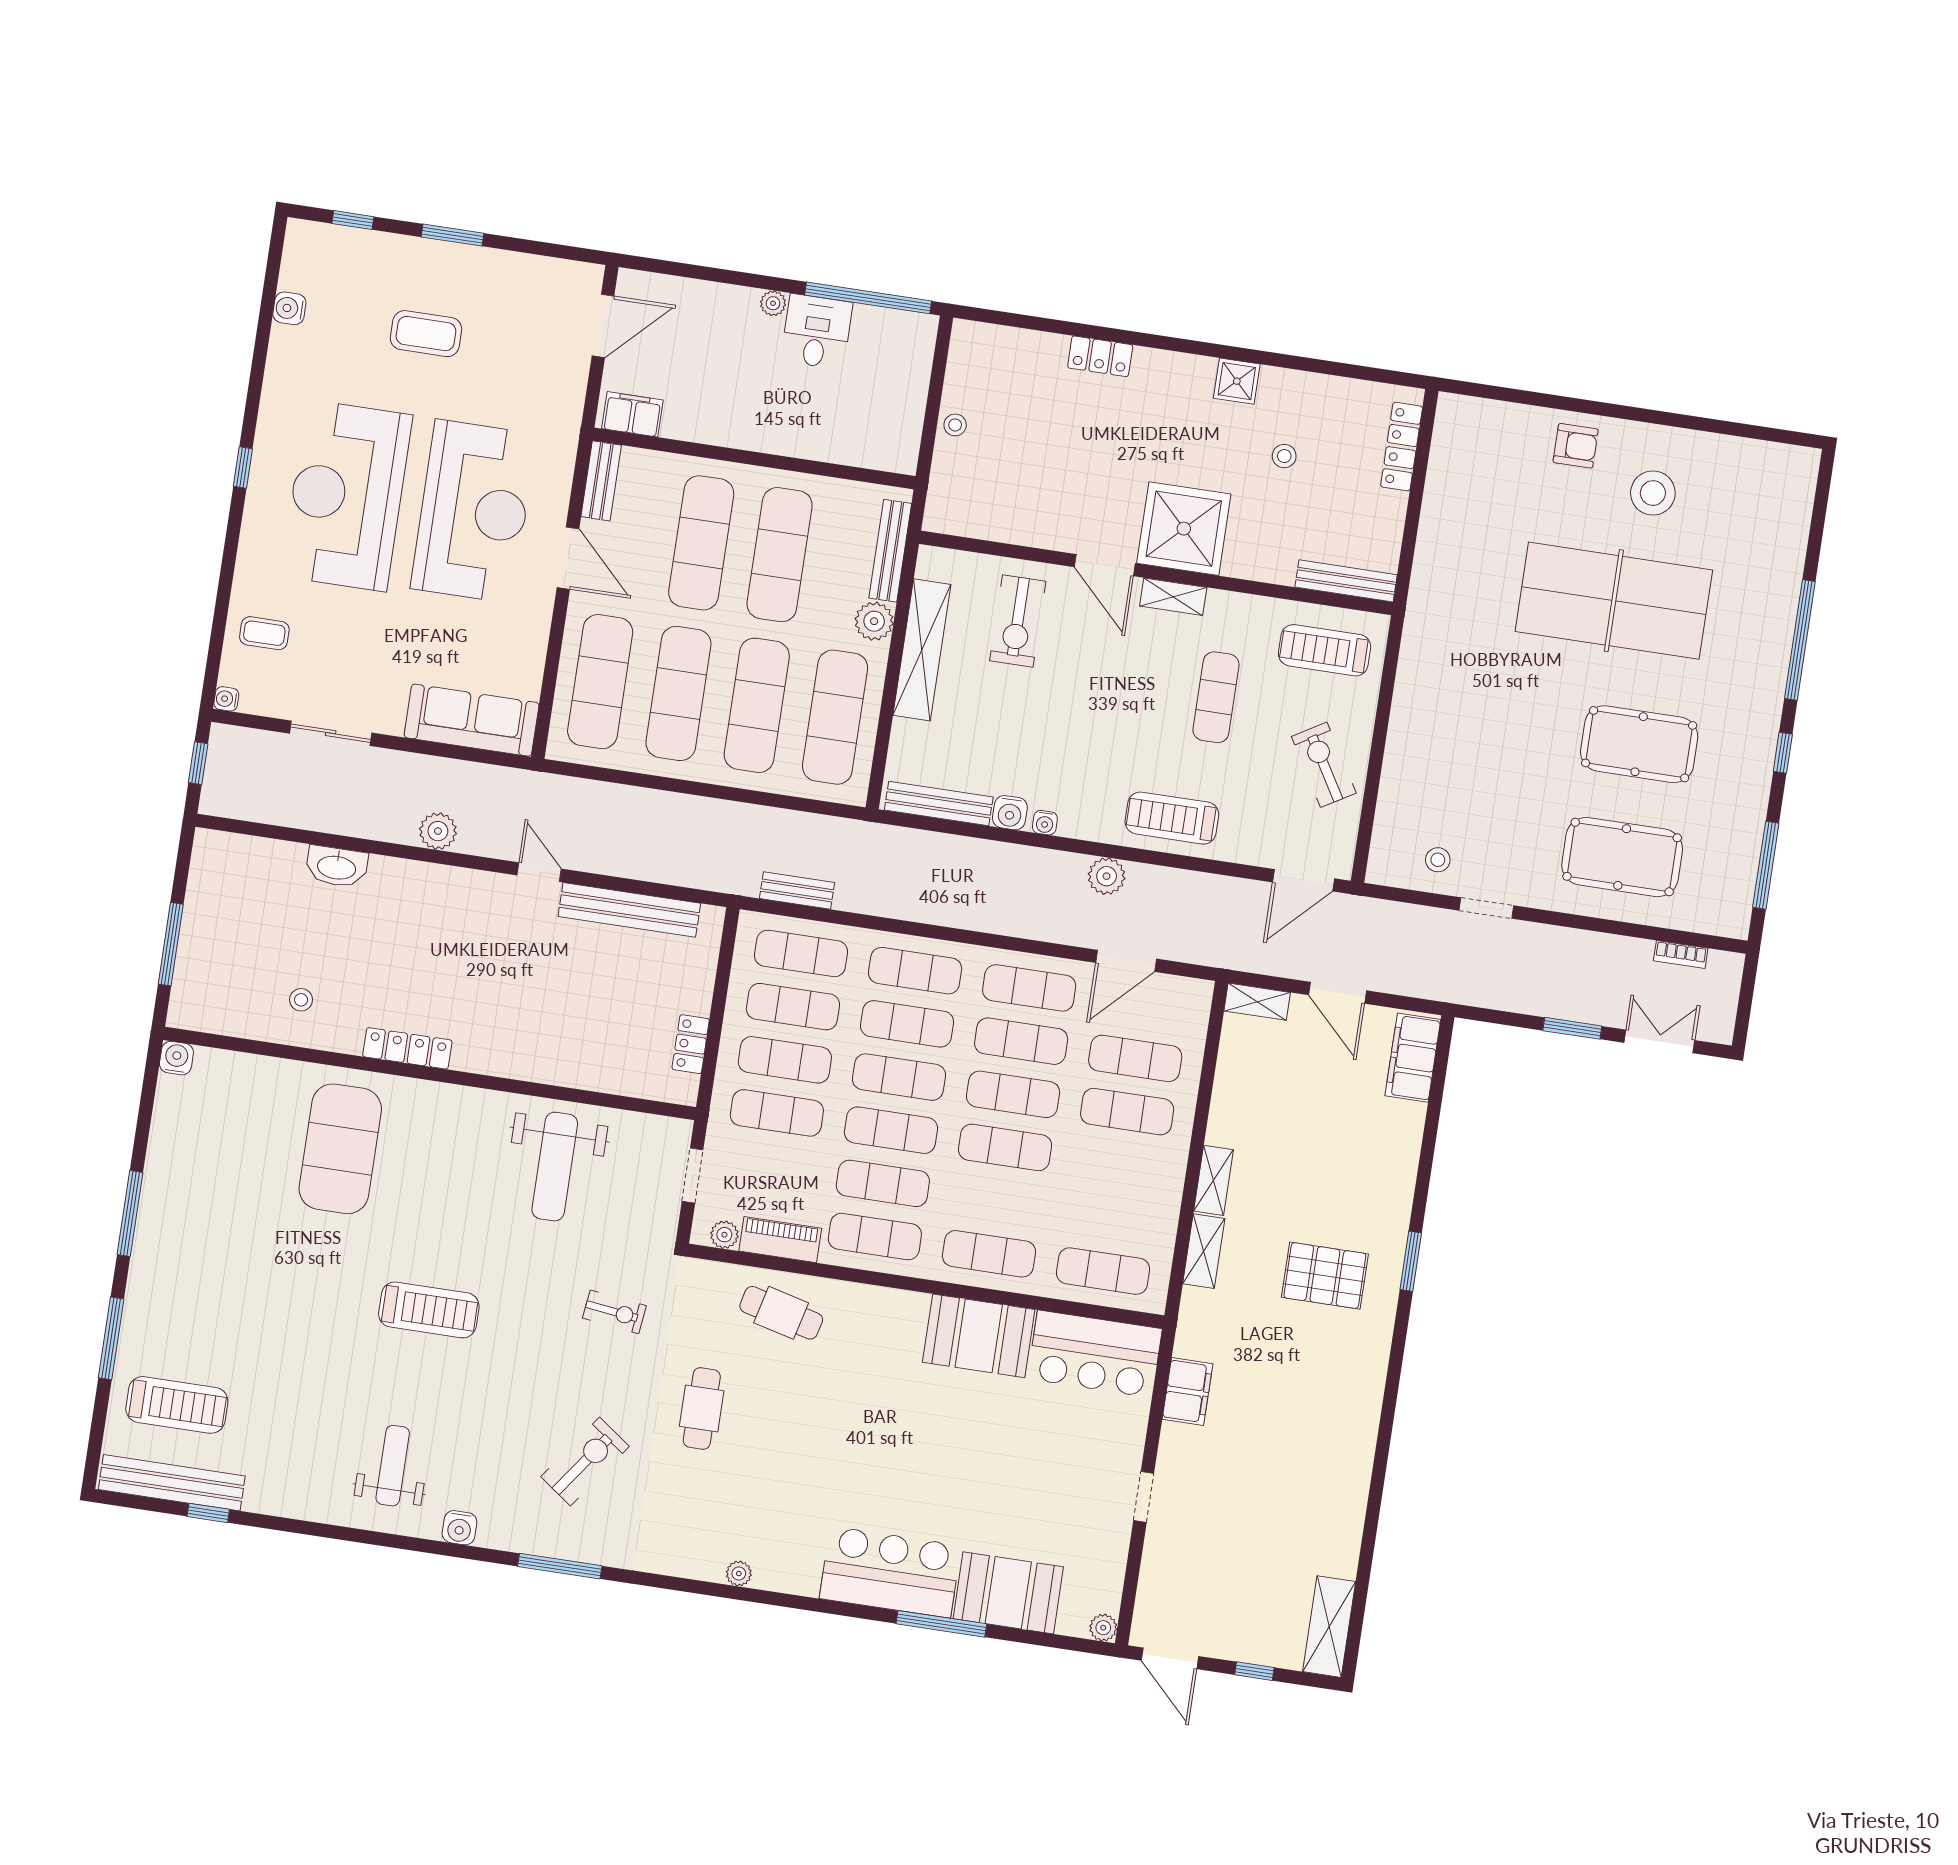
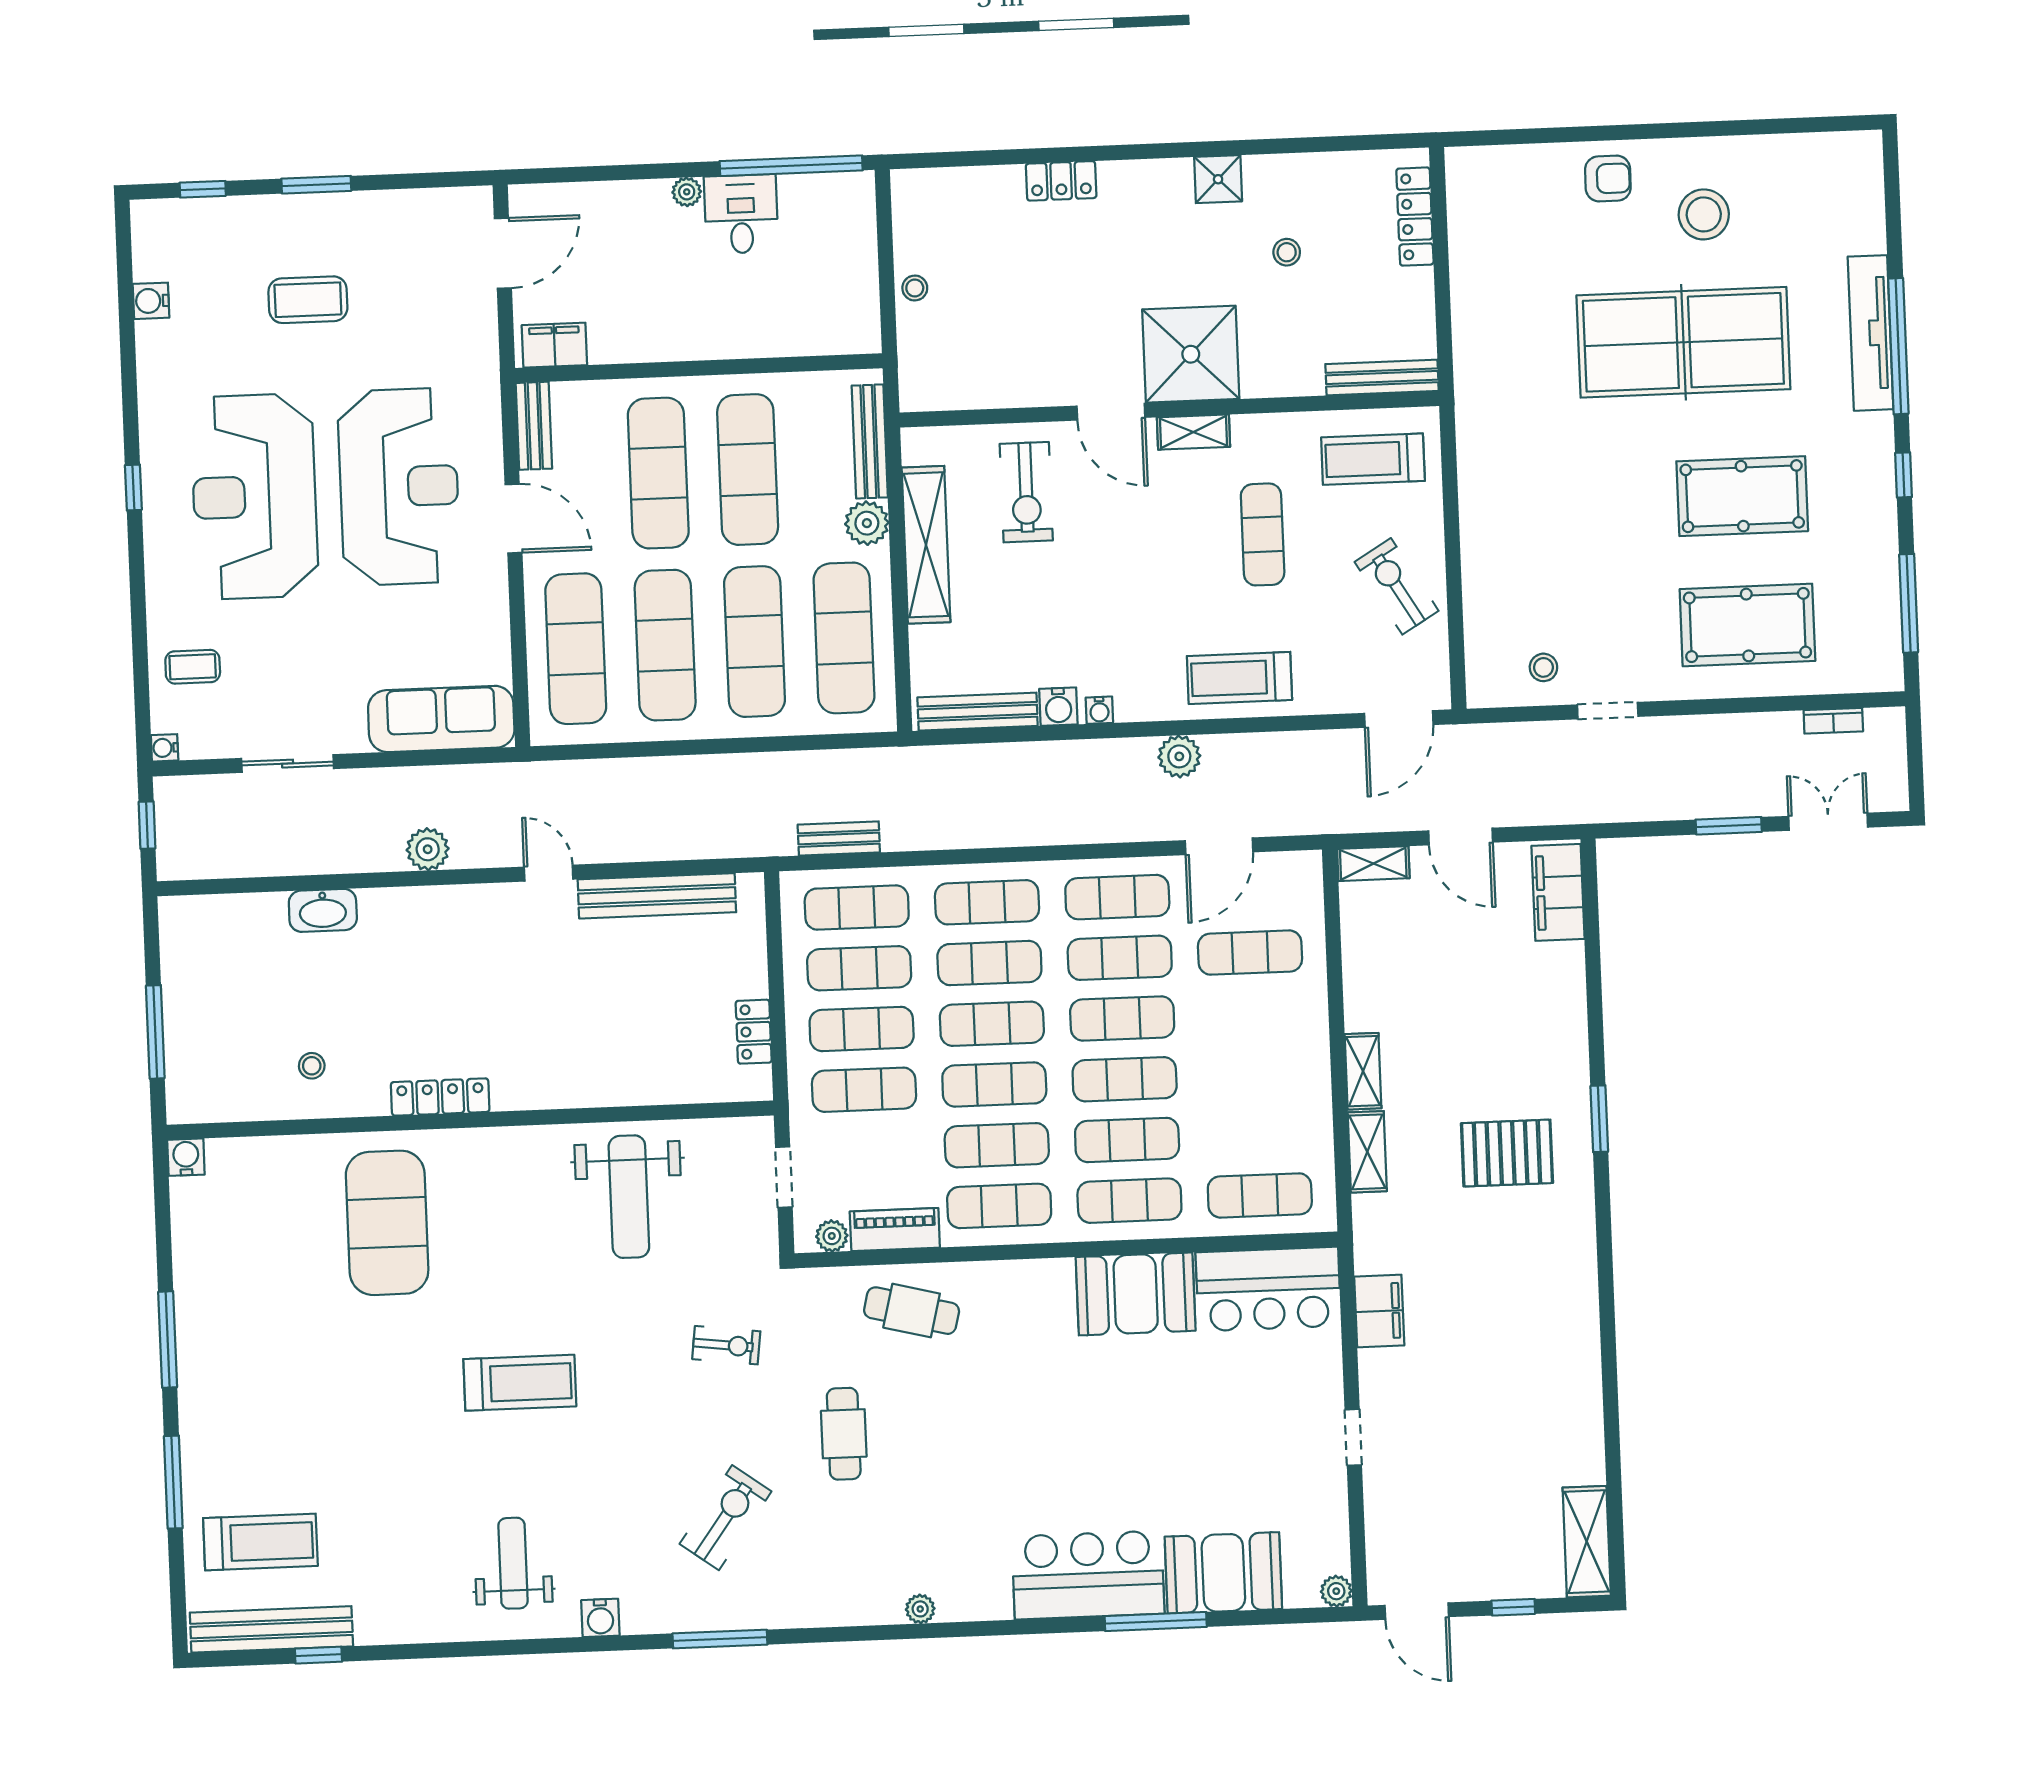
tv unit: (1778, 624) -> (1871, 333), added
exercise mat: (1127, 1112) -> (1127, 1140), moved

